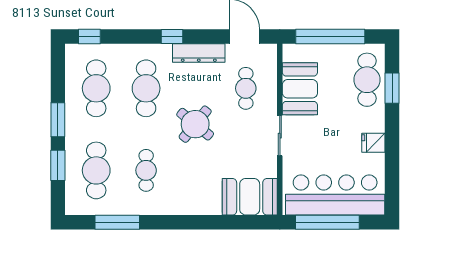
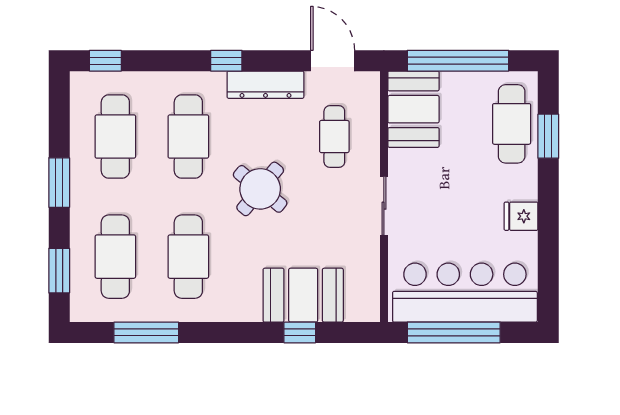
booth: (300, 89) -> (413, 109), moved
window: (58, 165) -> (59, 271), moved
cafe table: (146, 170) -> (188, 257), width x1.37, depth x1.35
booth: (250, 197) -> (303, 295), moved
window: (222, 222) -> (300, 332), added

